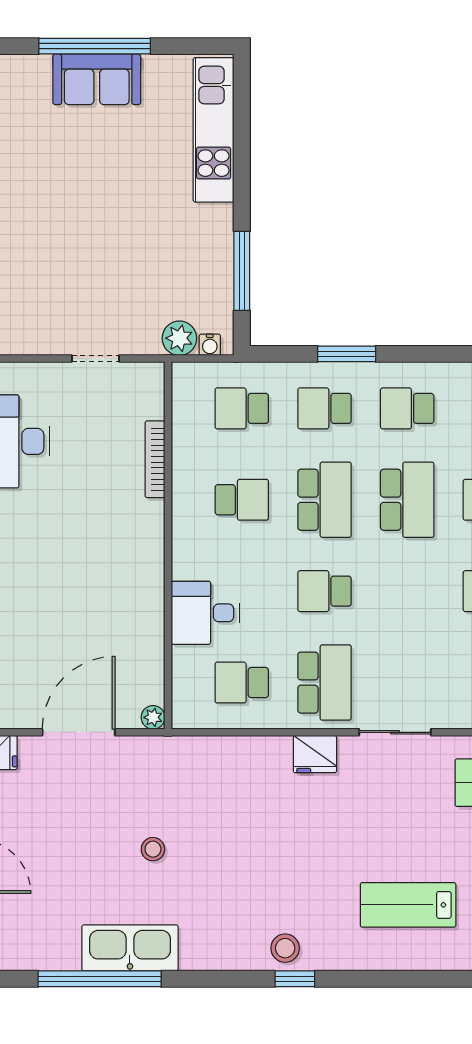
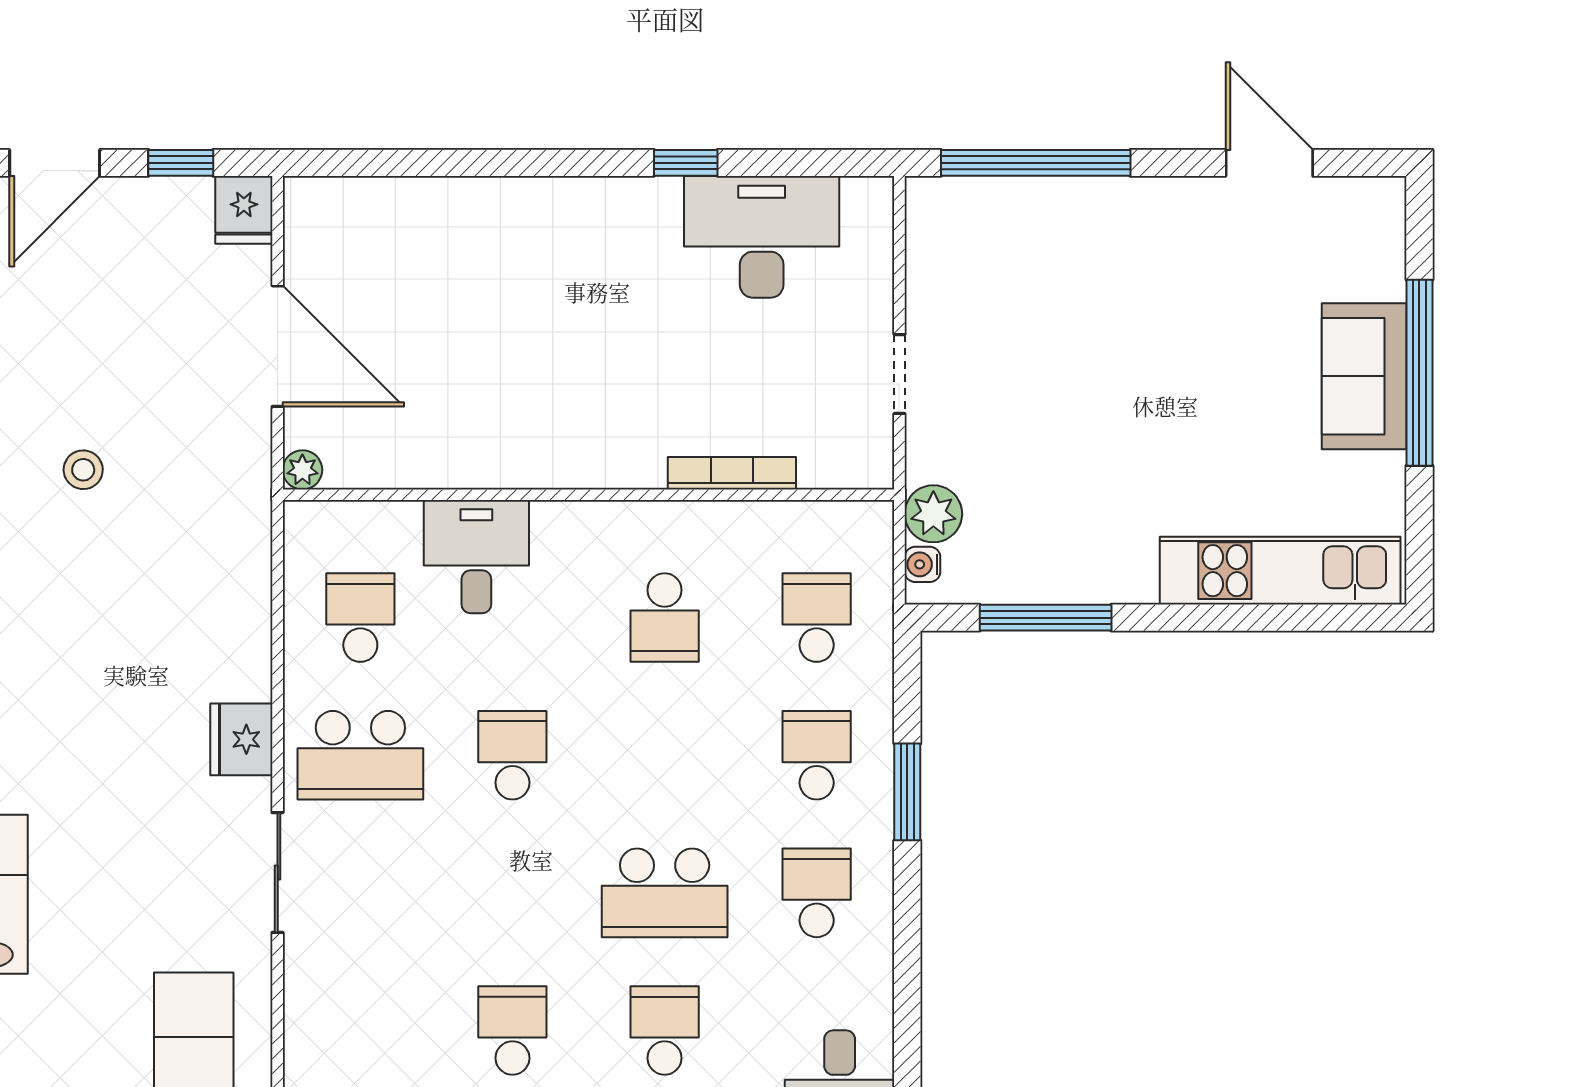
school desk: (324, 500) -> (665, 755), removed

